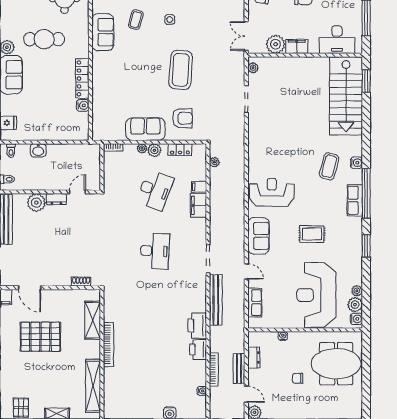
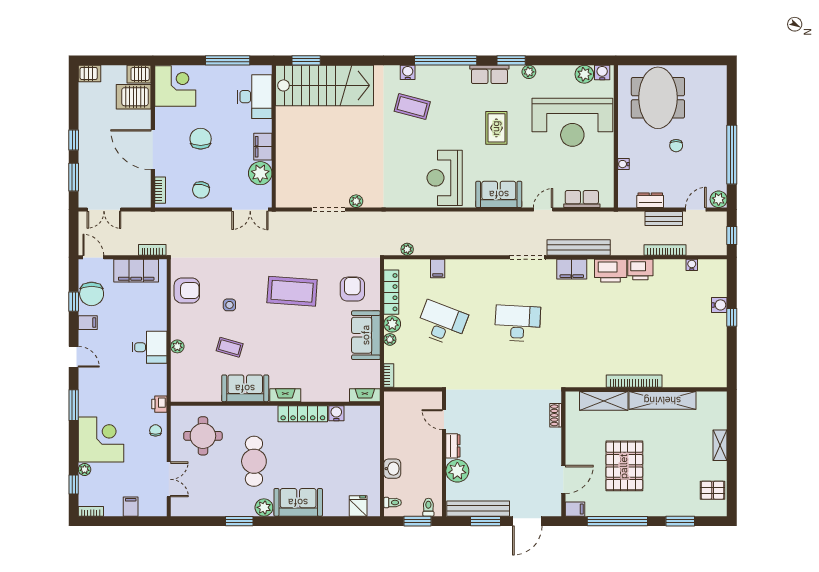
fireplace: (97, 64) -> (285, 395), added
plant: (253, 68) -> (356, 201), moved
fireplace: (97, 128) -> (365, 395), added
locker: (180, 150) -> (391, 292), width x1.53
row of seats: (355, 200) -> (489, 74), moved
filing cabinet: (198, 205) -> (572, 269), moved
plant: (357, 291) -> (529, 72), moved
shelving: (93, 386) -> (662, 400), moved

